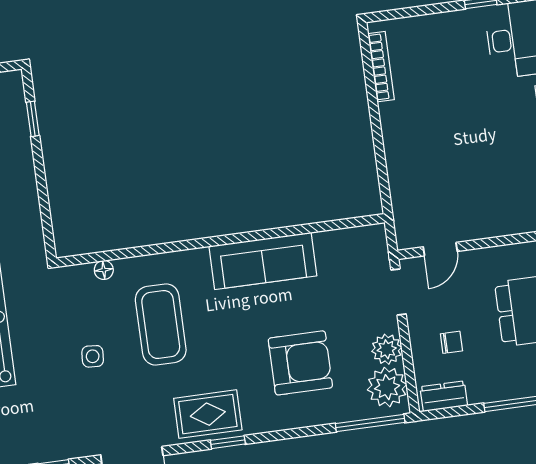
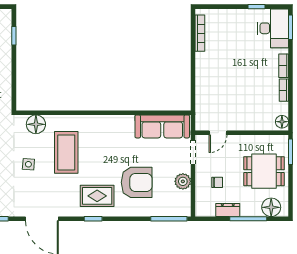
sofa: (263, 261) -> (162, 126), moved
floor lamp: (104, 270) -> (36, 124), width x1.89, depth x1.89
plant: (387, 387) -> (180, 201), removed
dresser: (444, 396) -> (228, 210), moved
rug: (208, 414) -> (97, 196), moved

